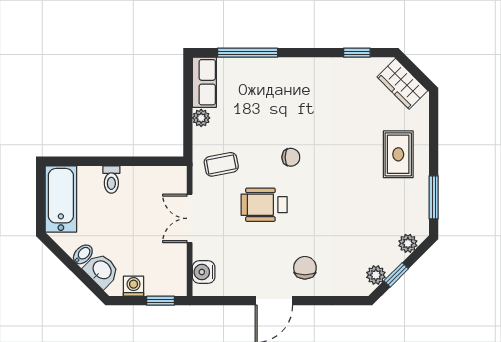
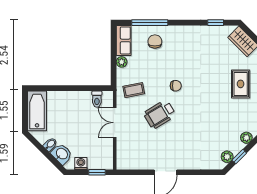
toilet: (111, 179) -> (97, 99), moved
wheelchair: (264, 205) -> (160, 114), turned -31
chair: (305, 268) -> (155, 41), moved
water cooler: (204, 272) -> (123, 155), removed

